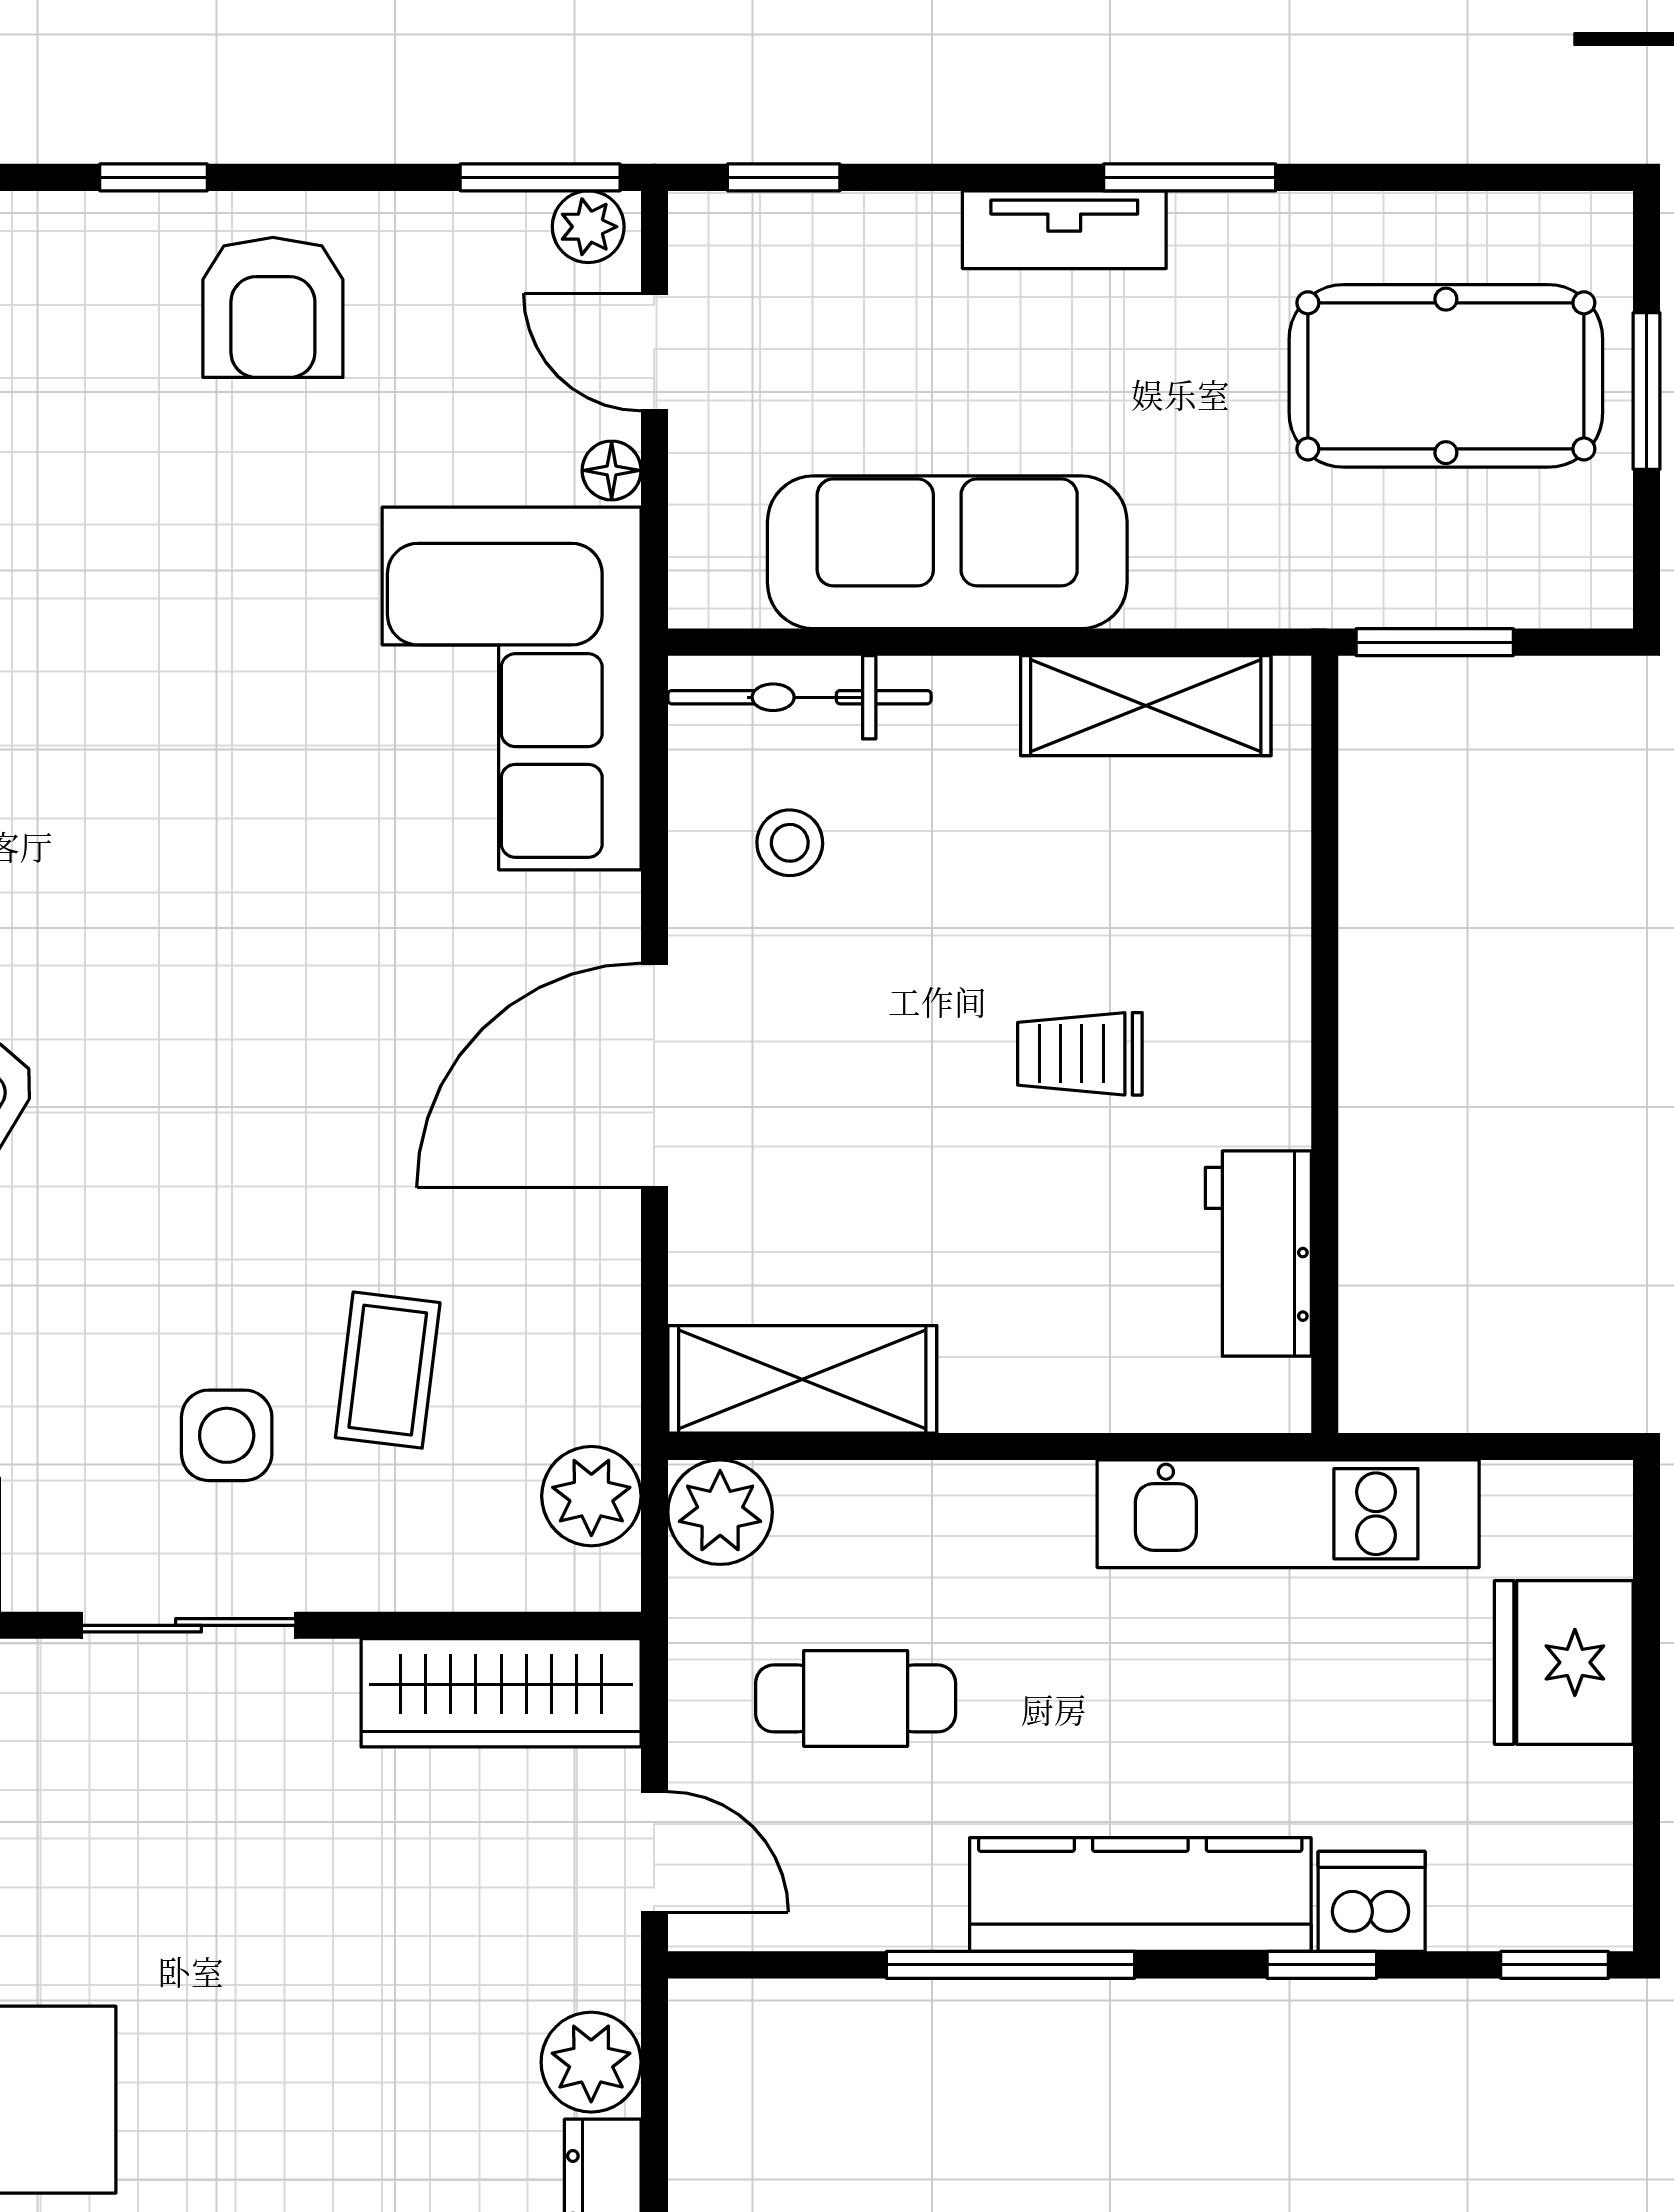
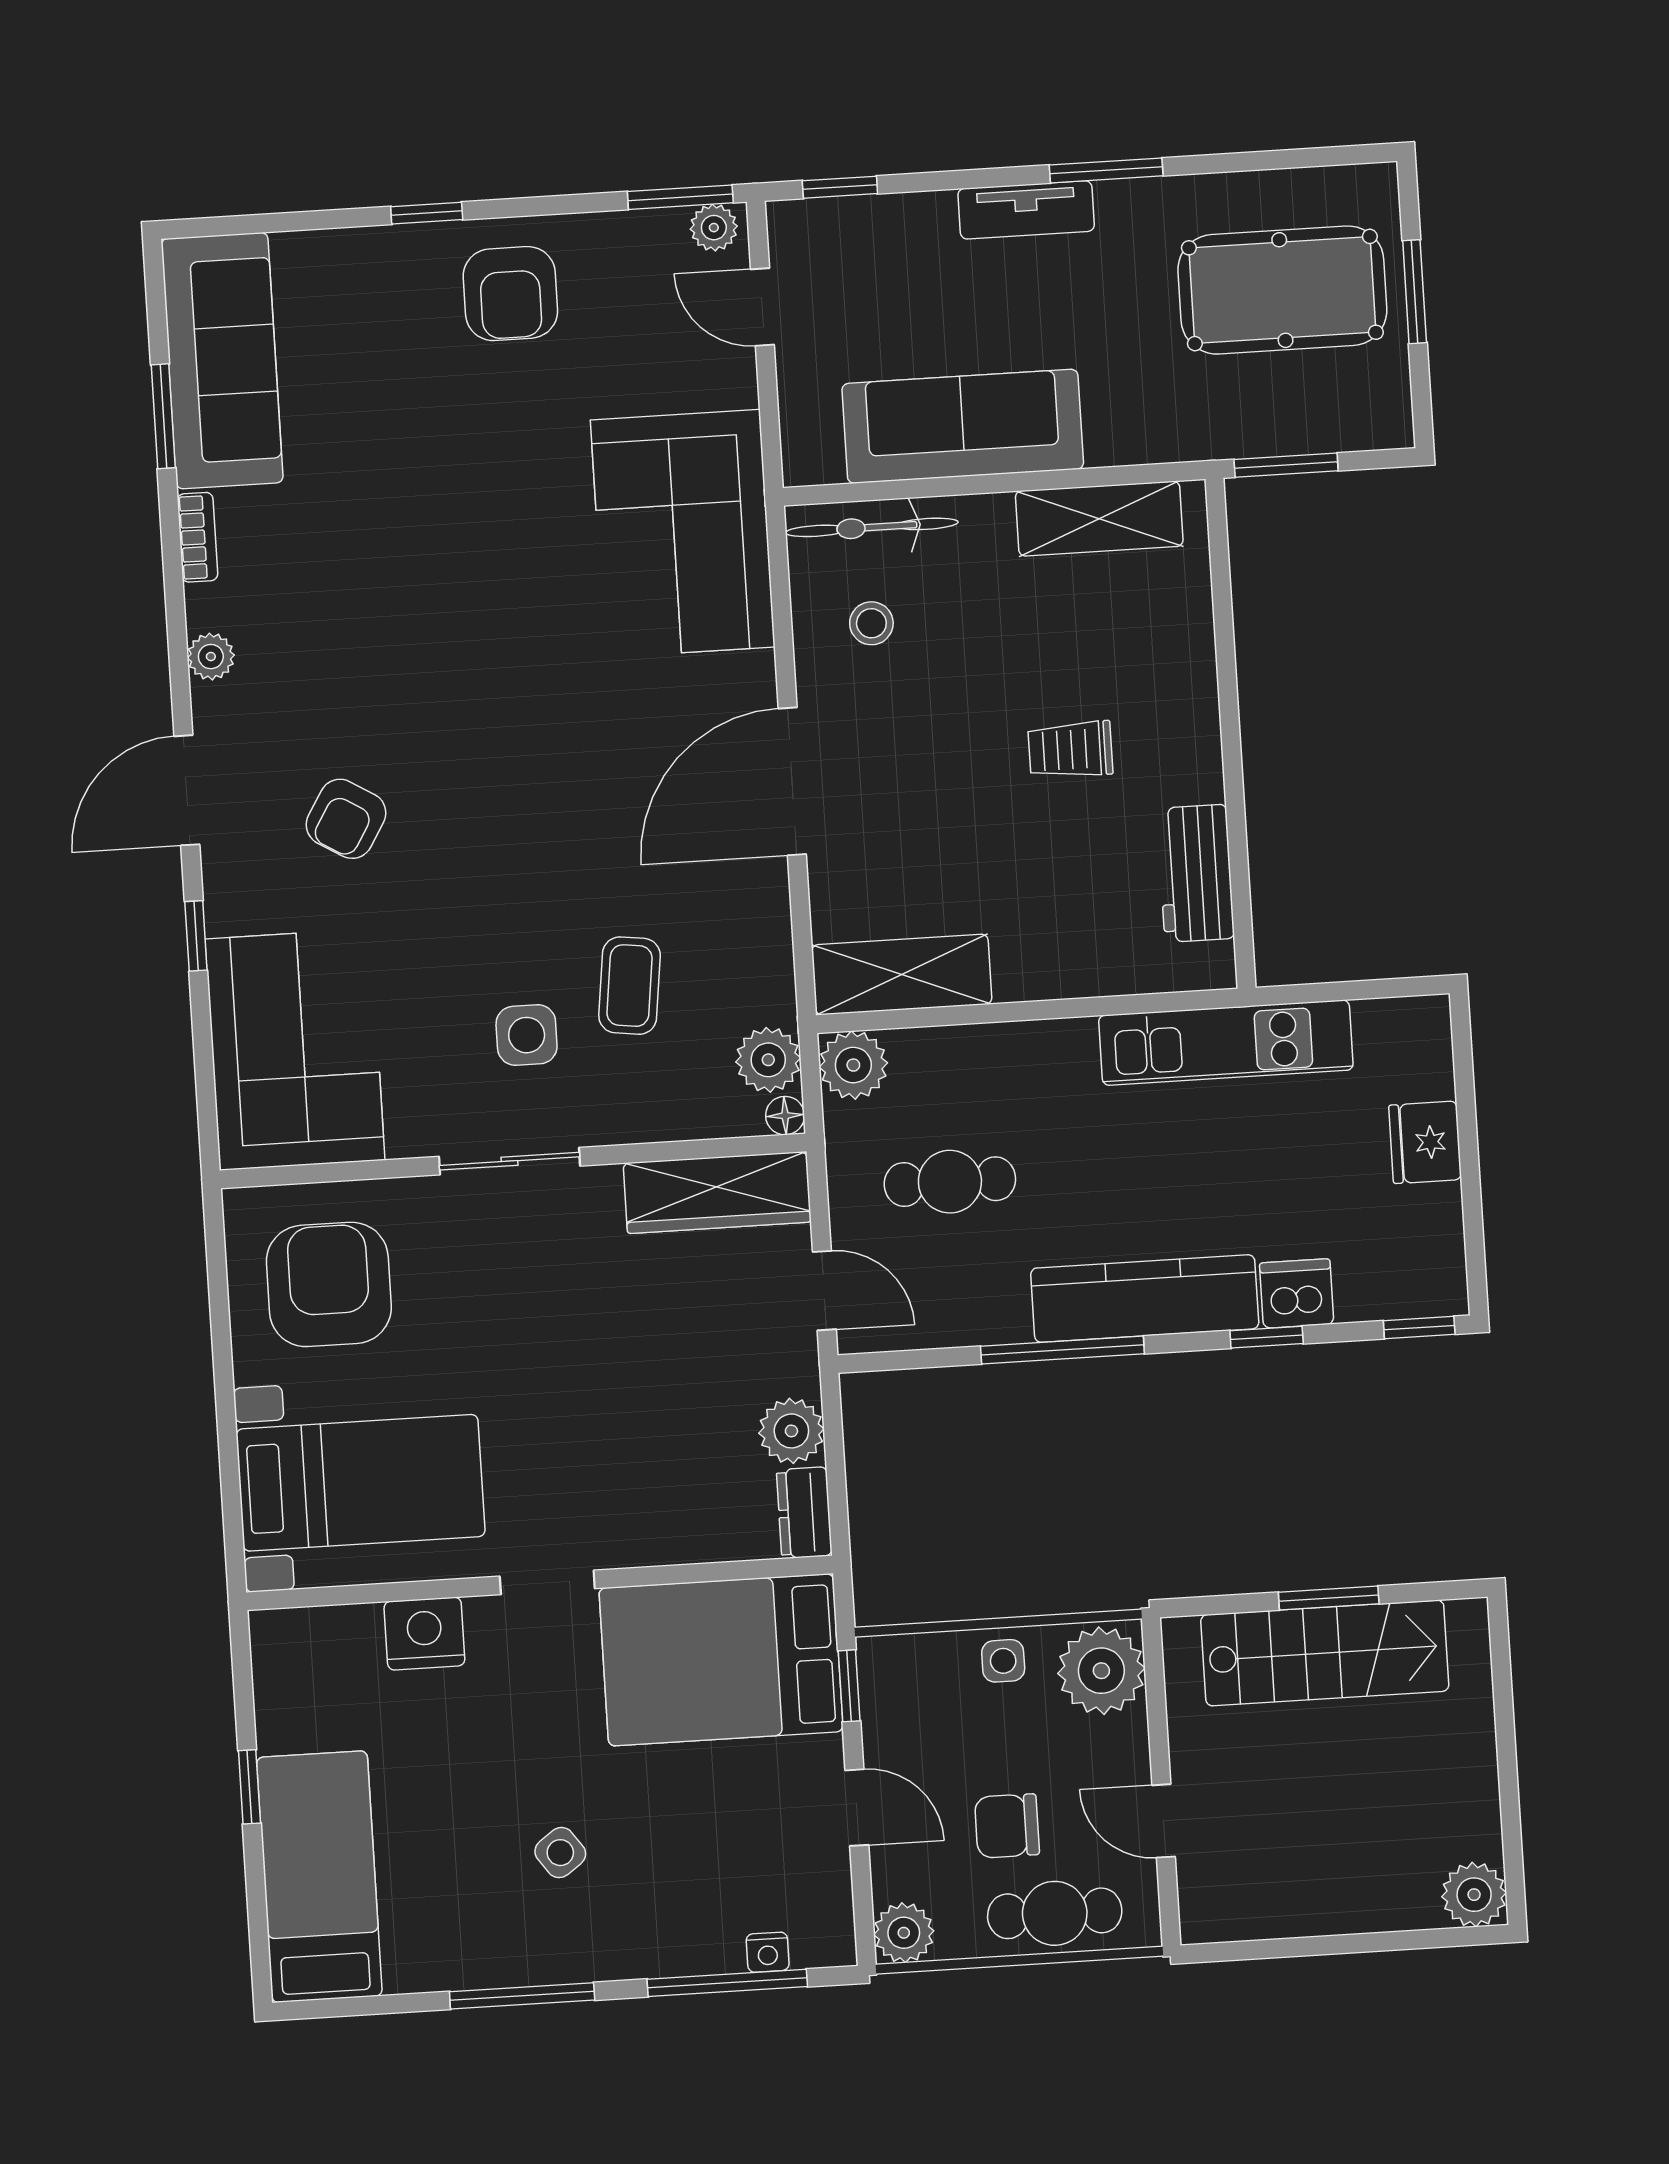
floor lamp: (612, 470) -> (785, 1116), moved
fridge: (1564, 1662) -> (1425, 1142), width x0.73, depth x0.75

